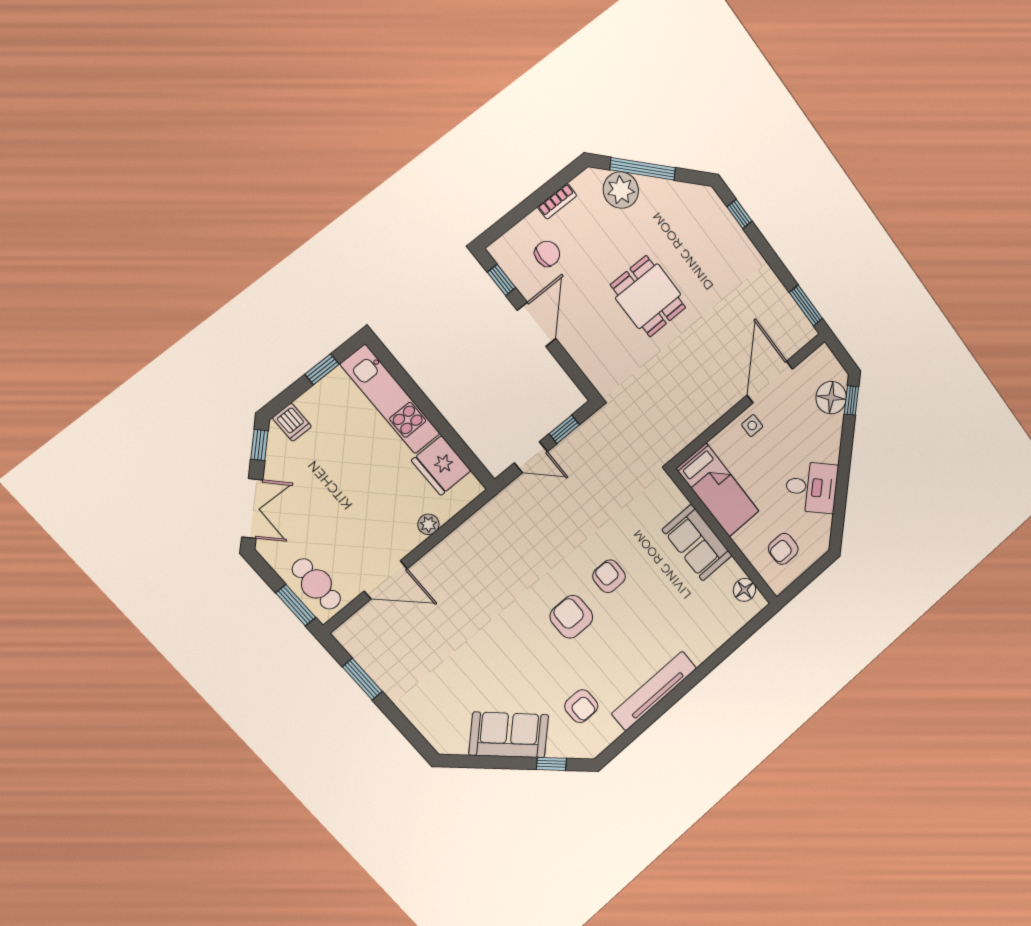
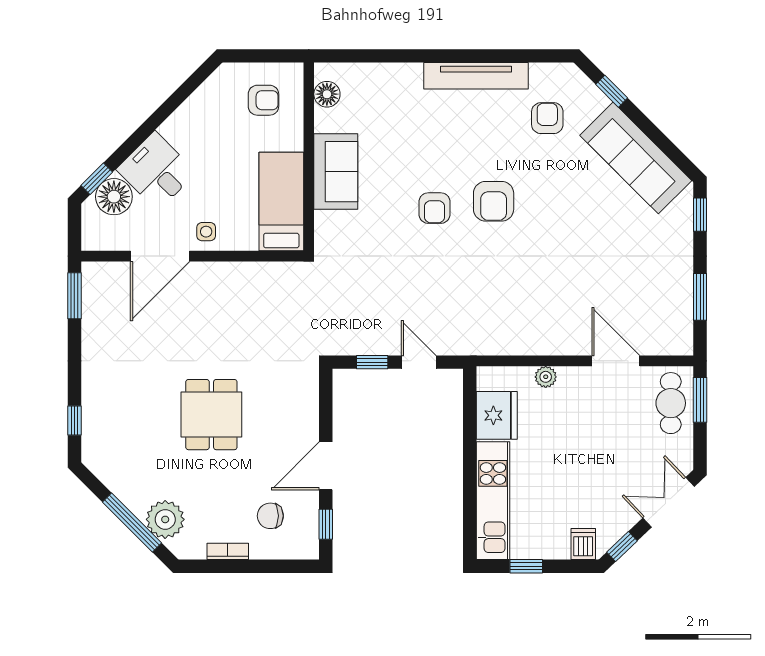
desk: (811, 487) -> (156, 171), moved
sofa: (509, 735) -> (636, 158), width x1.36
window: (414, 737) -> (700, 215), added

